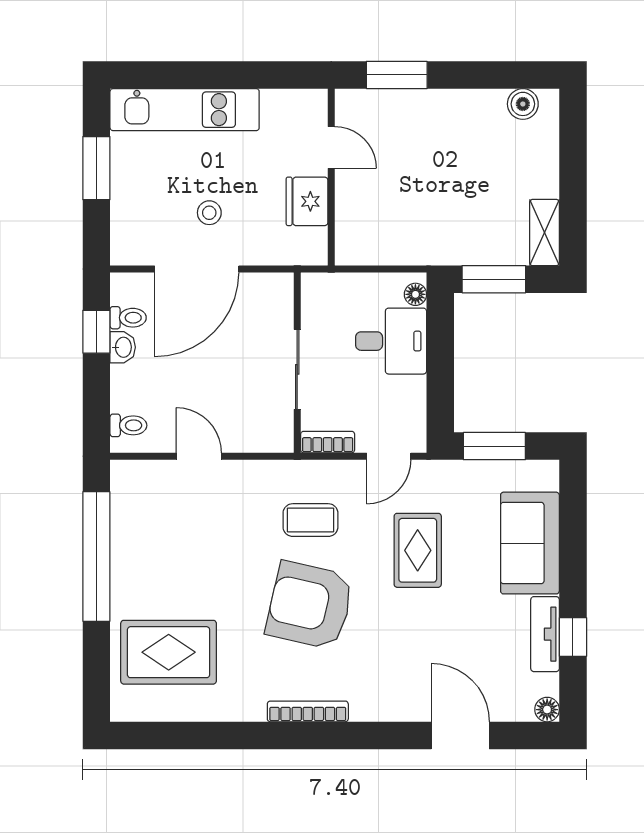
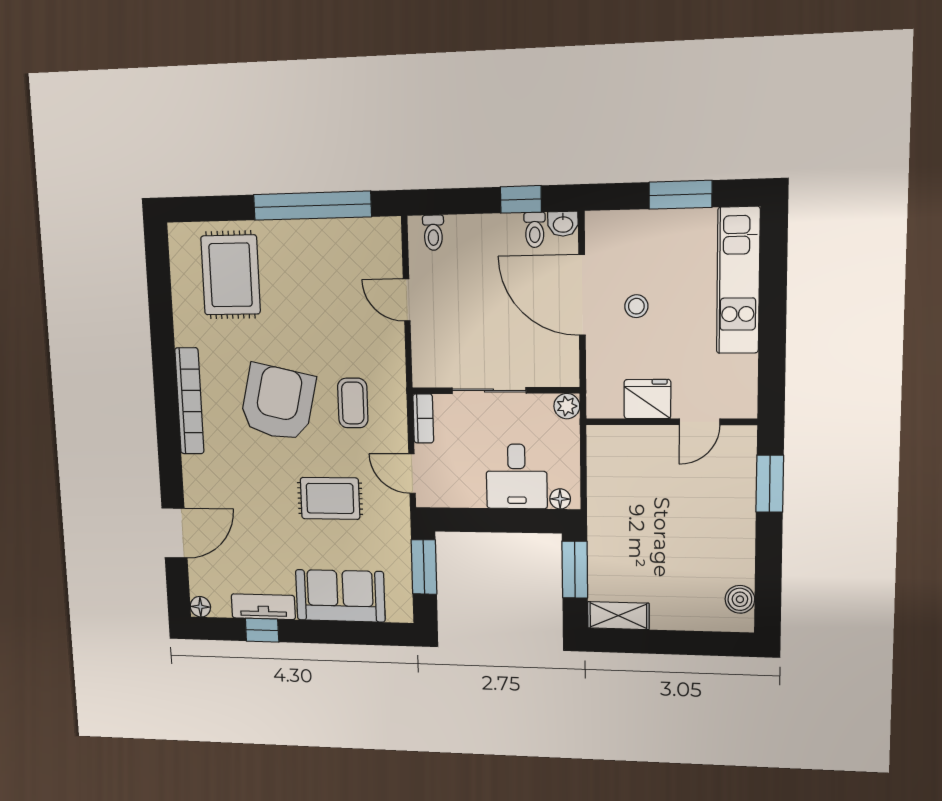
plant: (314, 286) -> (567, 406), added
washbasin: (123, 347) -> (563, 224), moved
door: (199, 456) -> (407, 300), swing flipped
bookcase: (308, 711) -> (189, 401), width x1.48, depth x1.31

